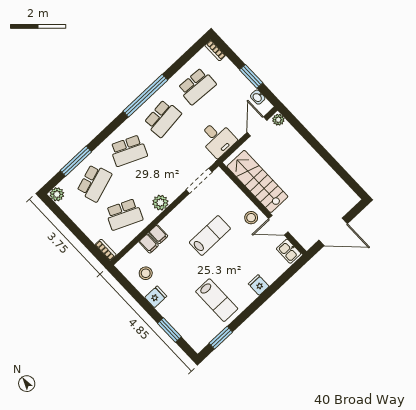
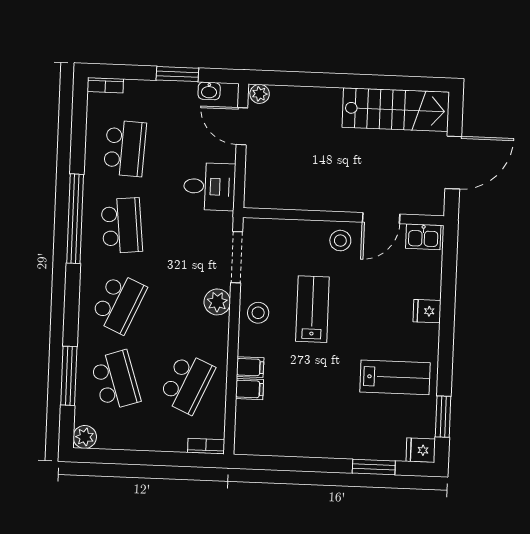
stairs: (257, 181) -> (396, 110), moved, turned 180
plant: (160, 203) -> (217, 302), moved
stool: (146, 273) -> (258, 313), moved
fridge: (156, 297) -> (421, 450), moved, turned -90

